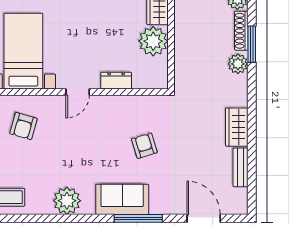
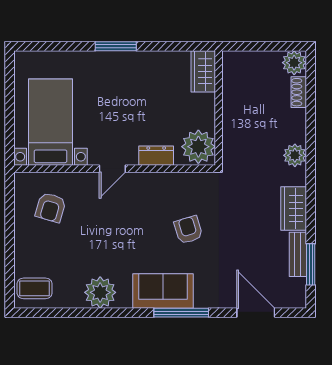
shoe rack: (241, 31) -> (299, 92), width x0.70
plant: (153, 41) -> (198, 147), moved
window: (252, 44) -> (311, 264), moved
plant: (238, 64) -> (295, 155), moved

